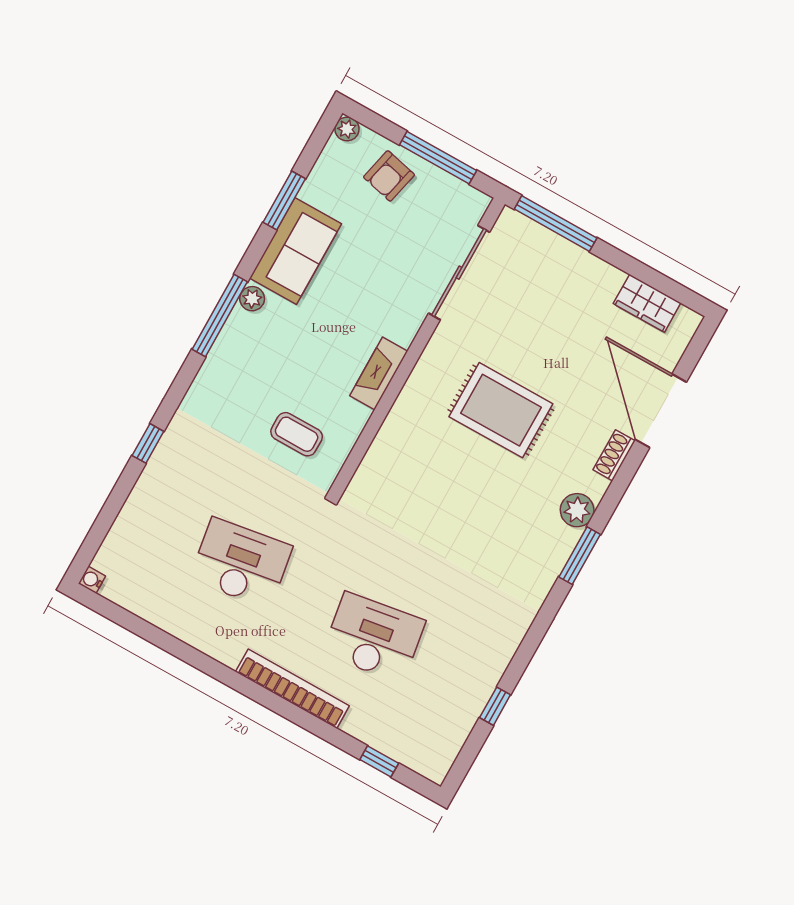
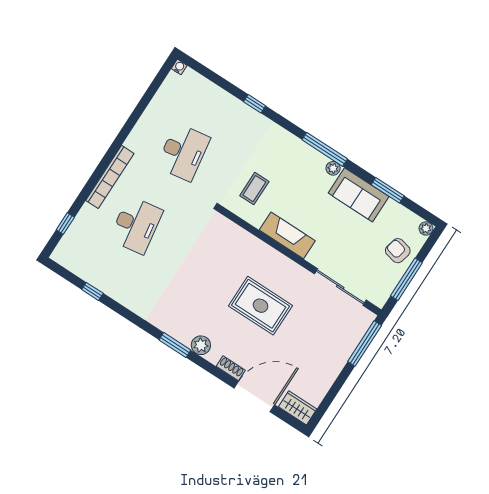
wardrobe: (647, 303) -> (298, 408), moved, turned 90
fireplace: (379, 374) -> (287, 235), width x1.37, depth x1.32
rug: (501, 410) -> (261, 306), turned 90

